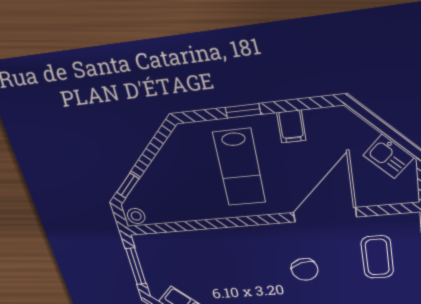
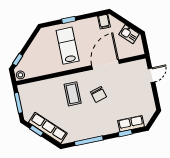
filing cabinet: (291, 126) -> (104, 22), moved
lab bench: (240, 168) -> (68, 46), turned 180
coffee table: (377, 257) -> (73, 94), moved

